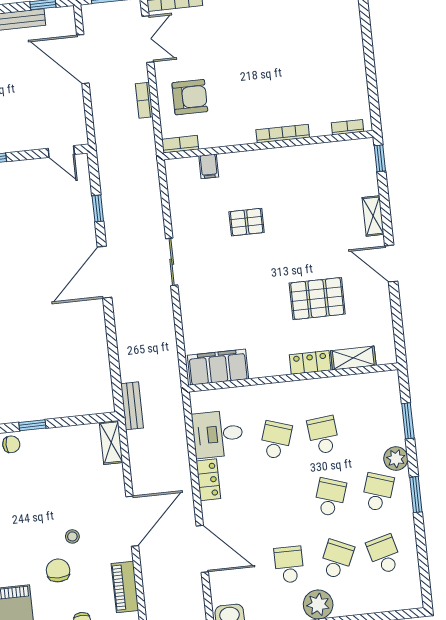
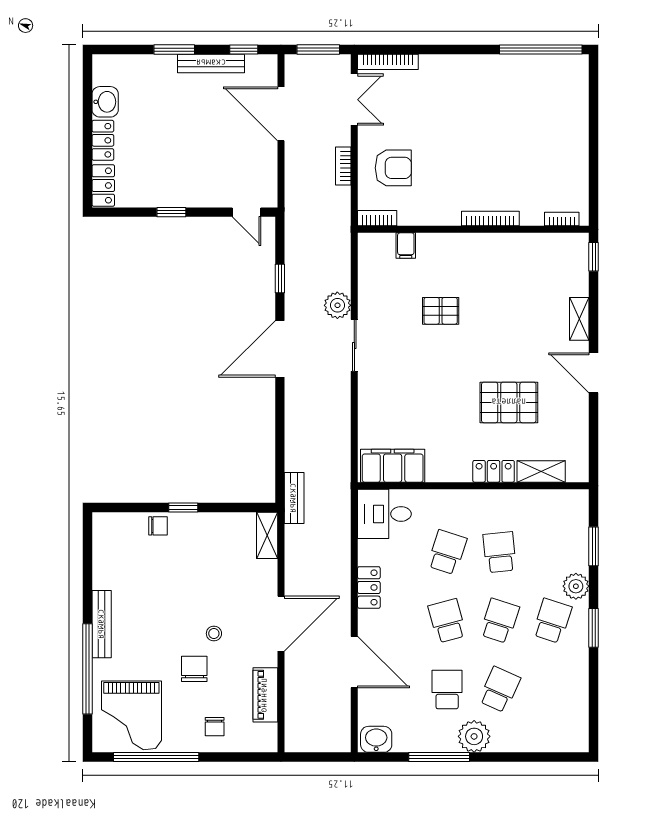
plant: (153, 227) -> (337, 305), added
desk: (218, 434) -> (384, 514), moved
school desk: (384, 554) -> (447, 621), moved

